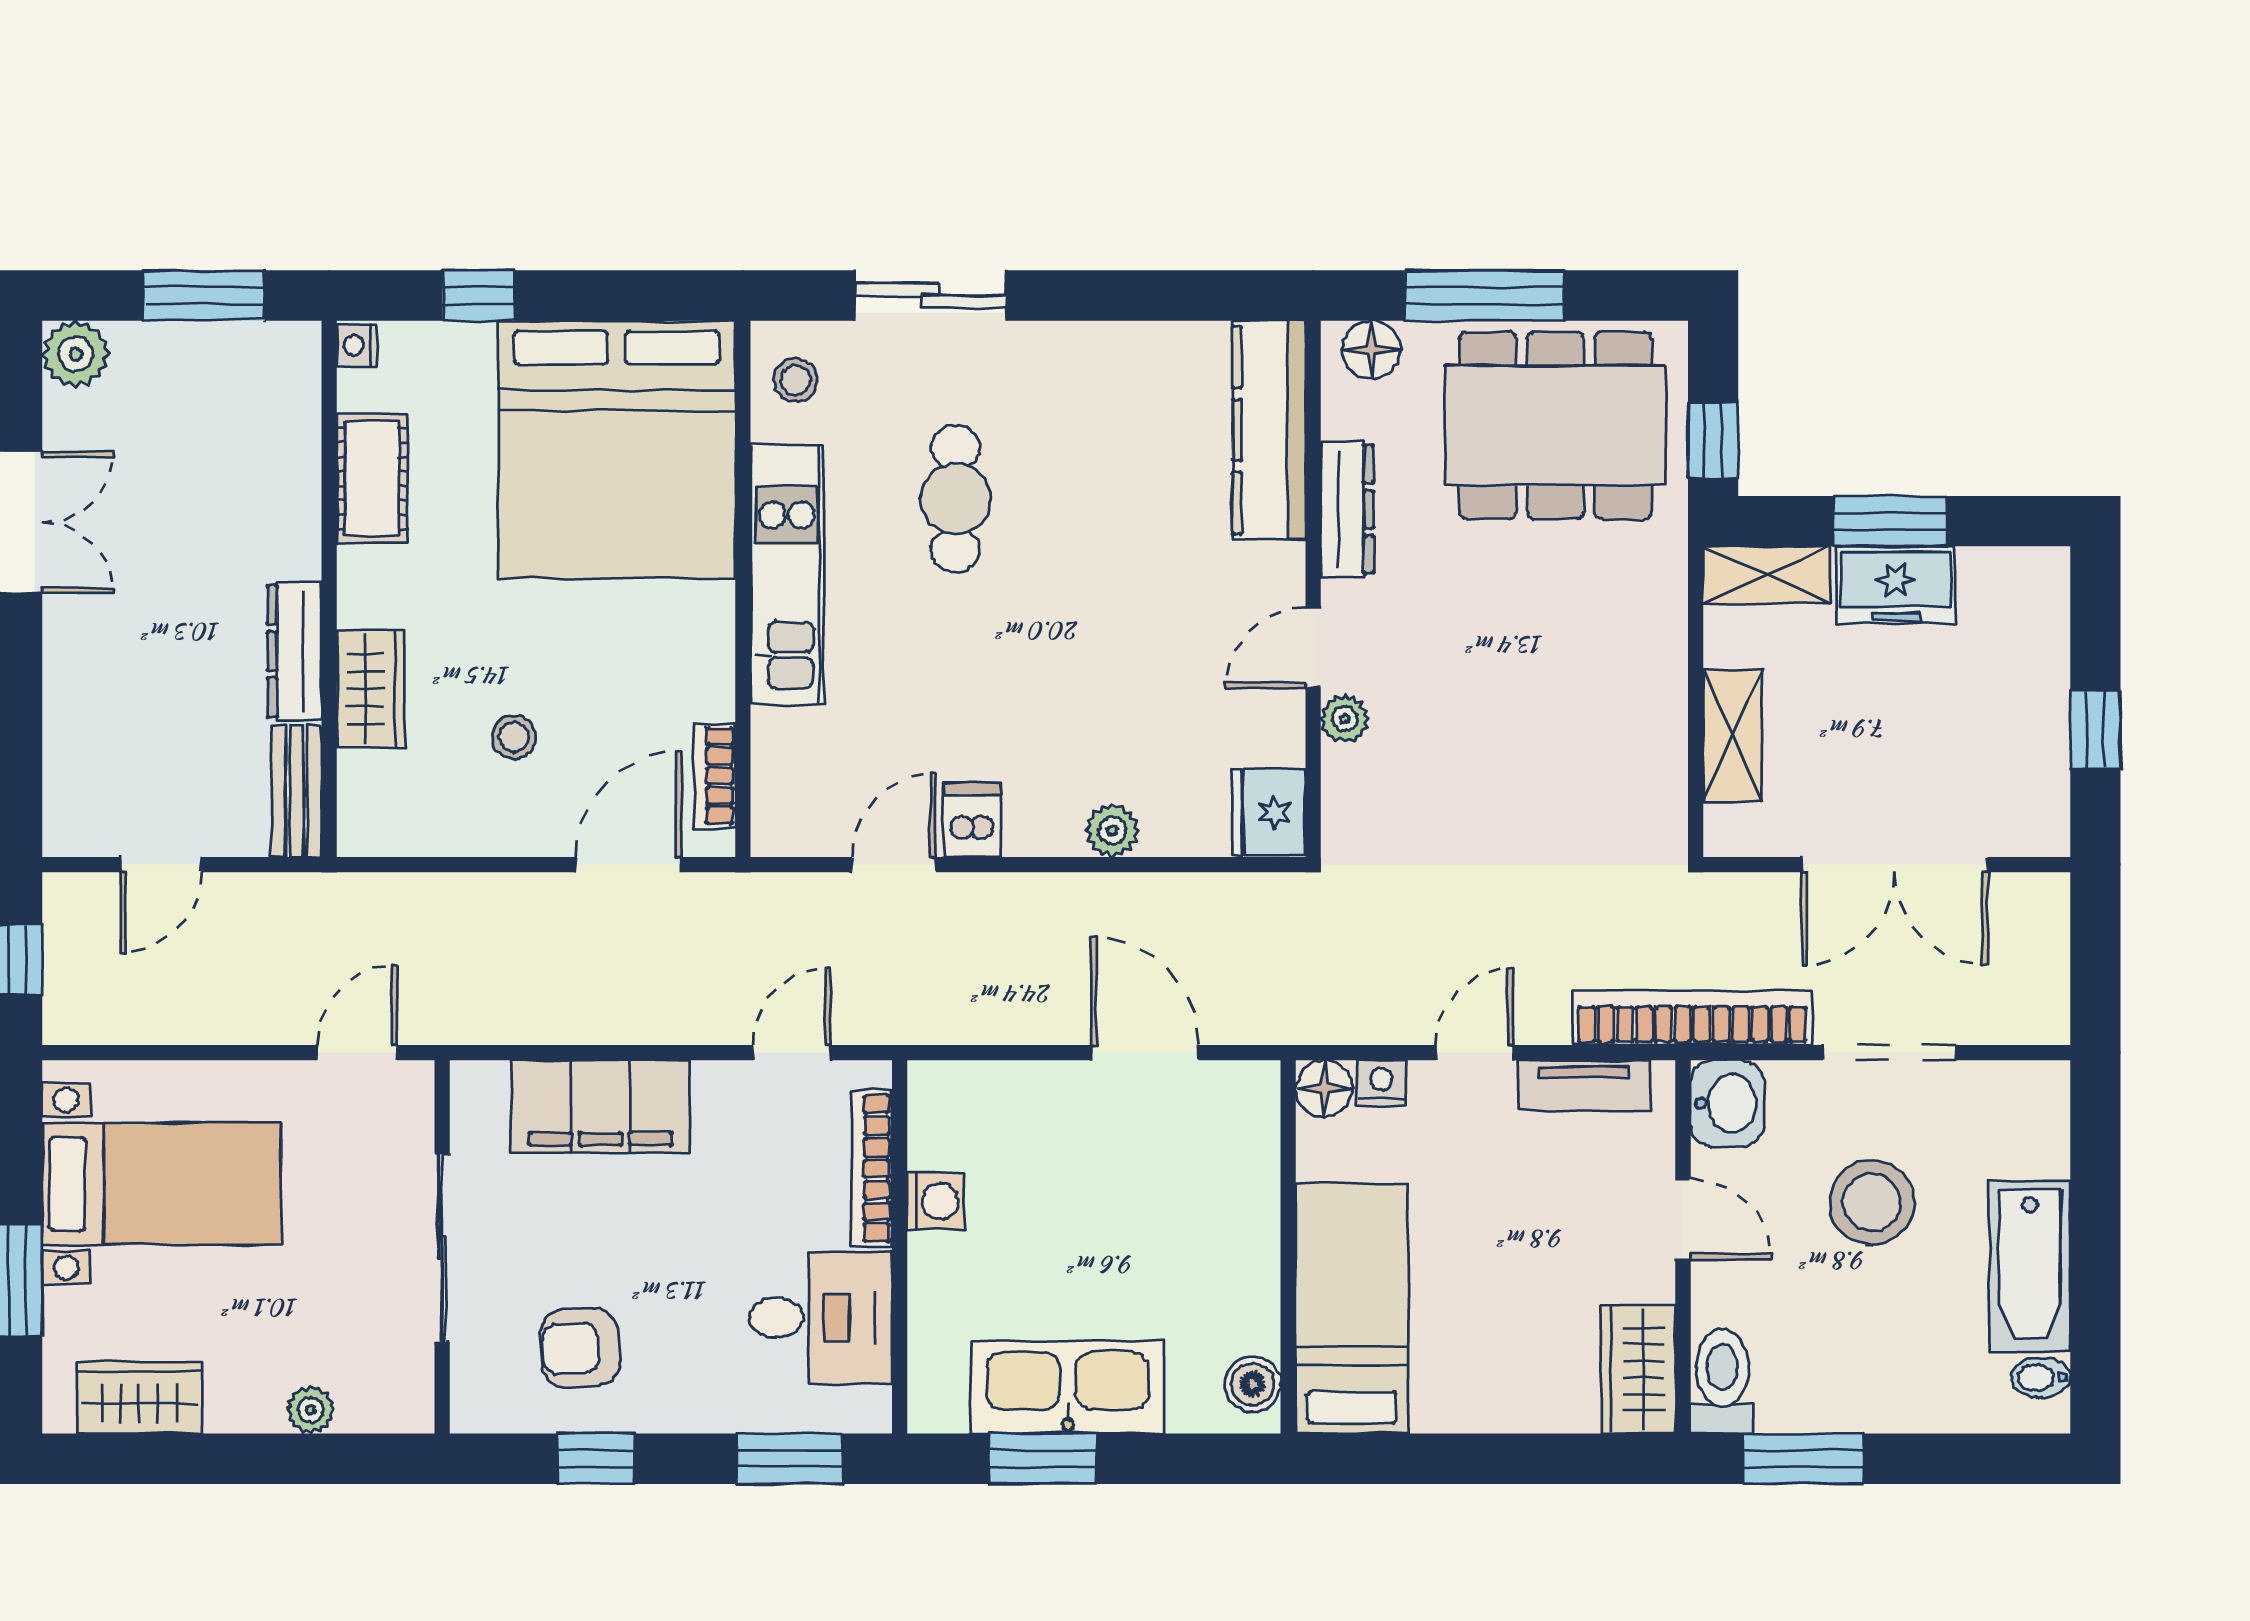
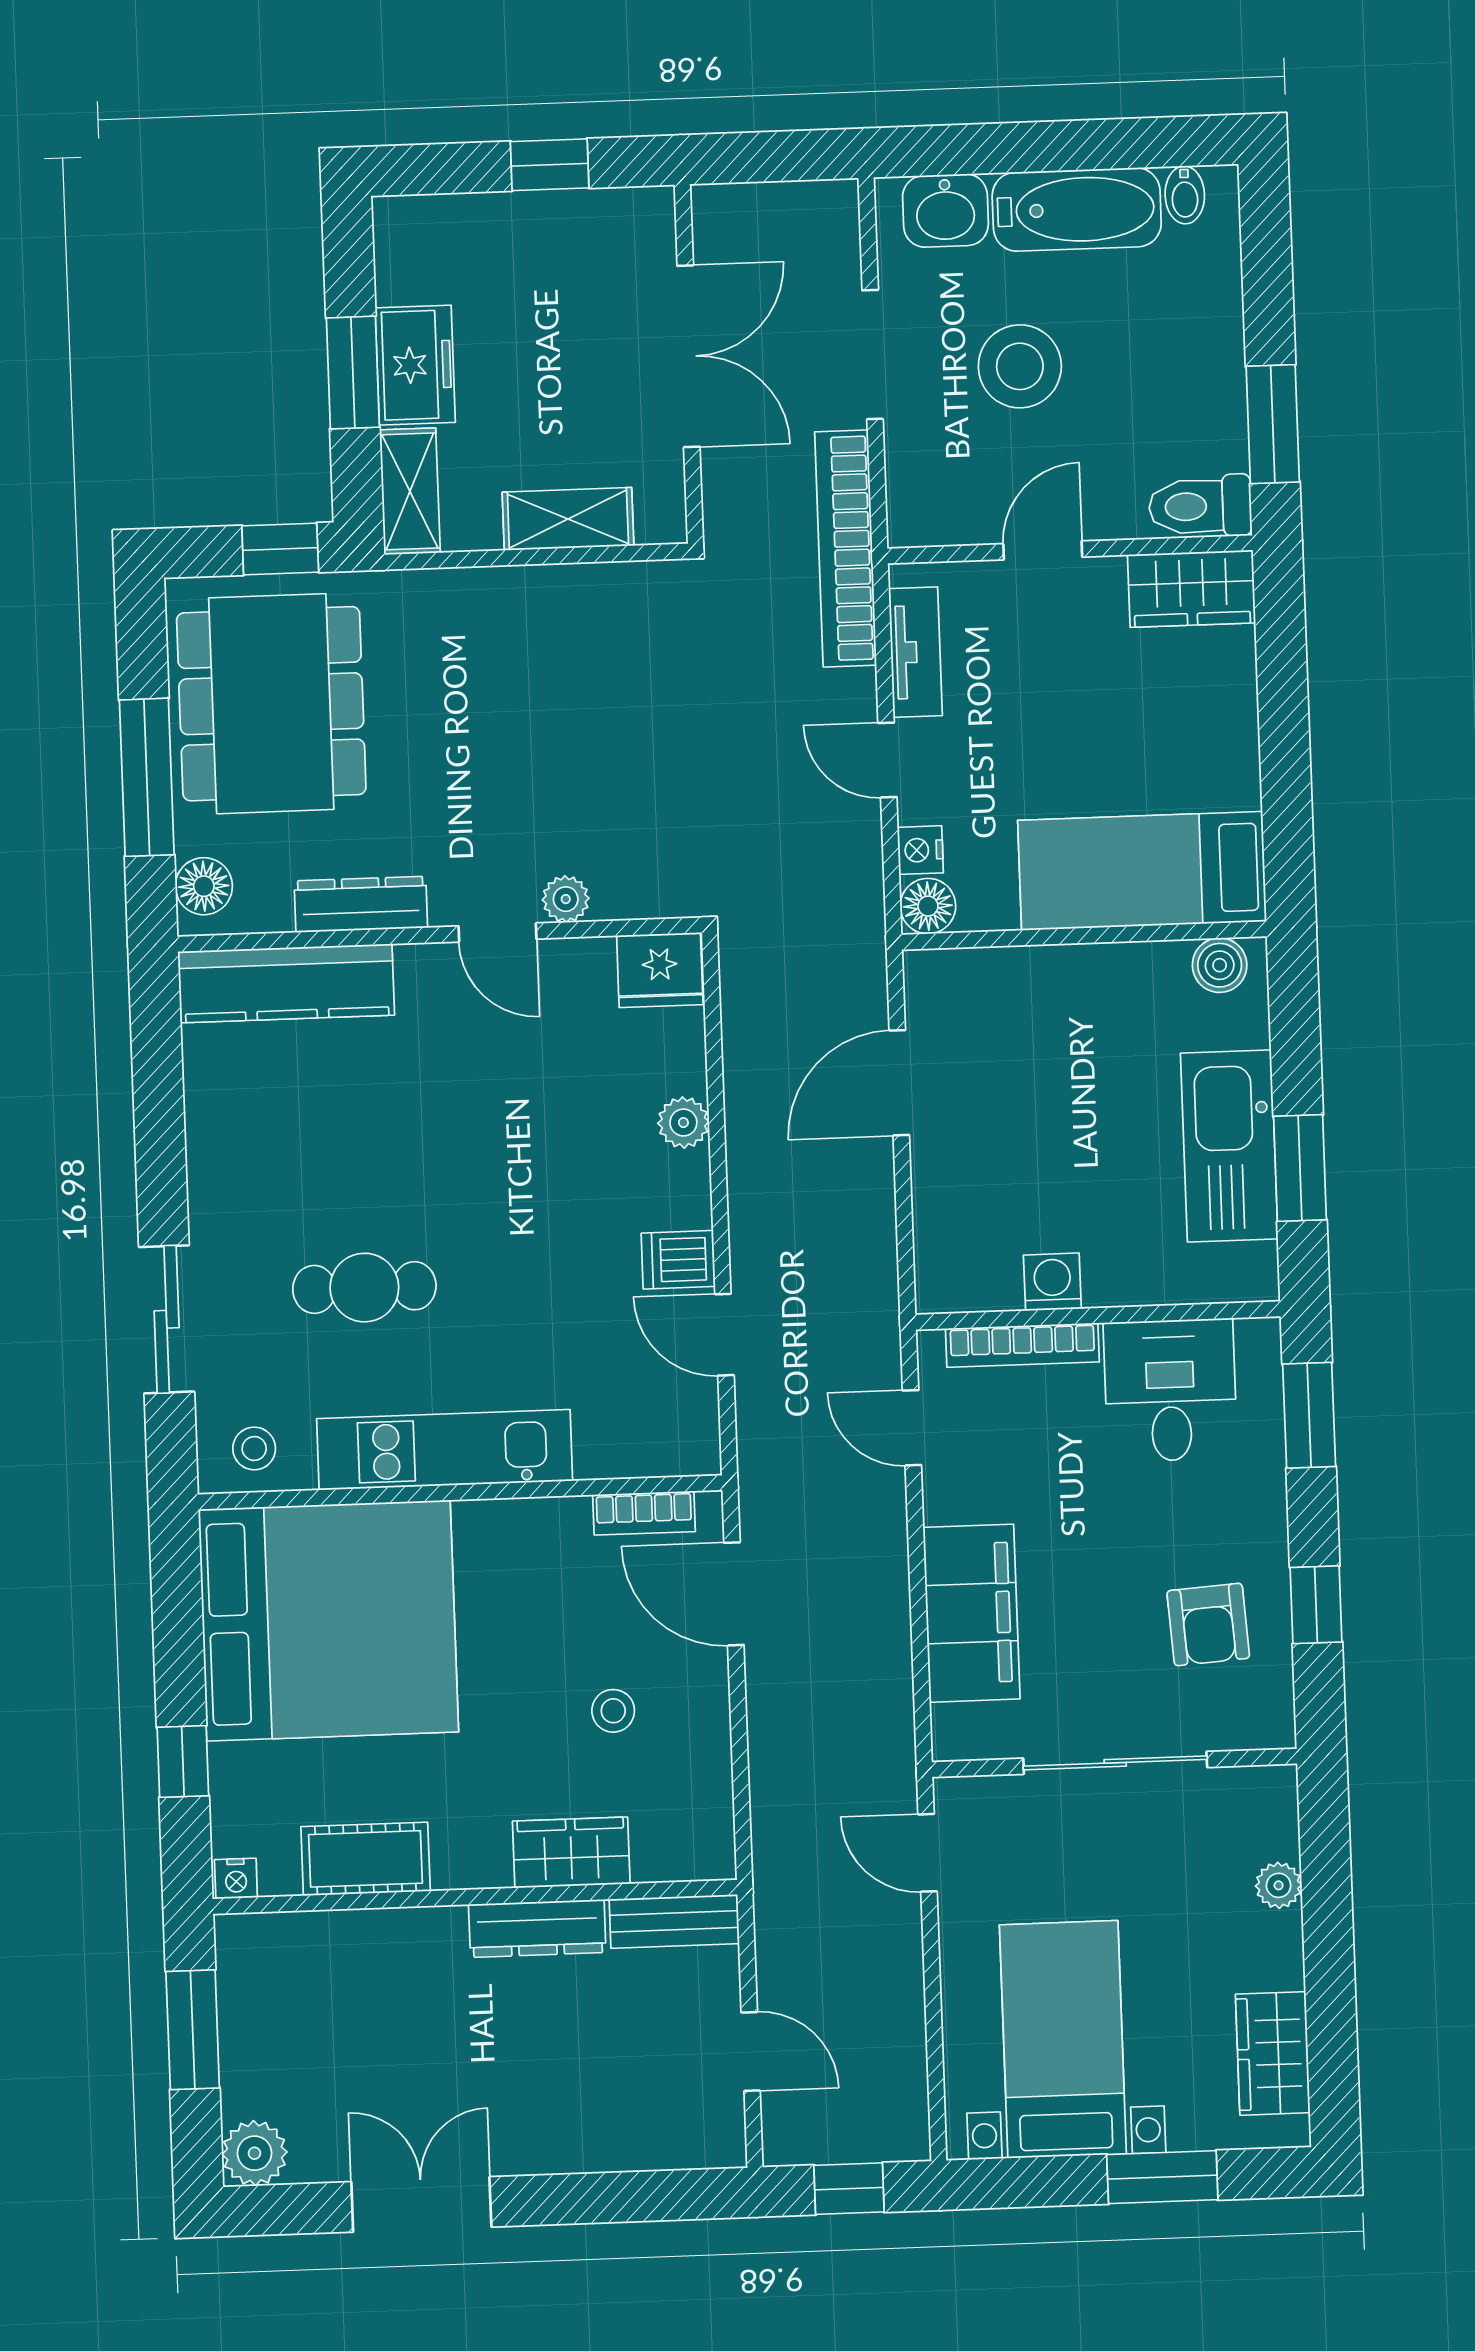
washbasin: (1727, 1103) -> (945, 211), moved, turned 180

